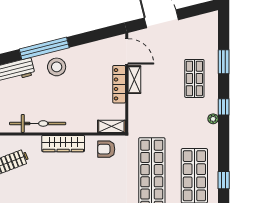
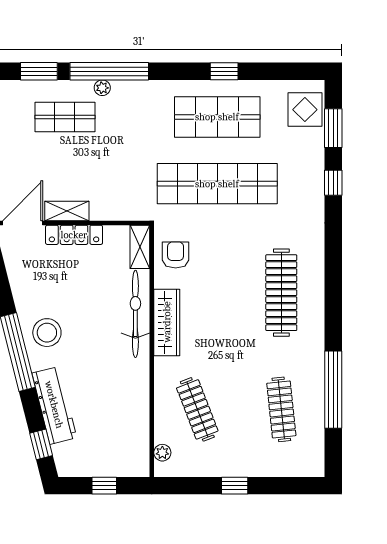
window: (224, 107) -> (109, 71), width x3.17
plant: (213, 119) -> (102, 88), moved
bicycle: (38, 123) -> (135, 314), moved
armchair: (106, 149) -> (176, 255), turned 180

